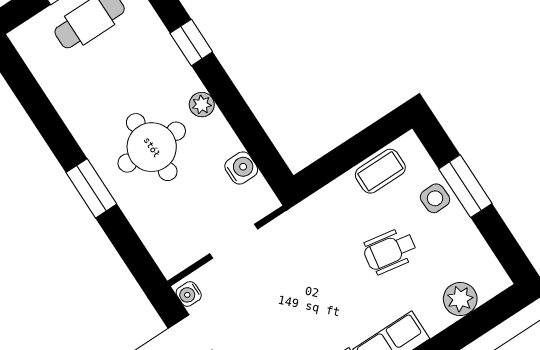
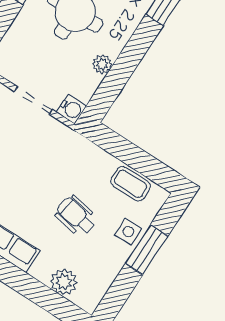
plant: (202, 105) -> (102, 64), moved
water cooler: (241, 168) -> (71, 109), moved

